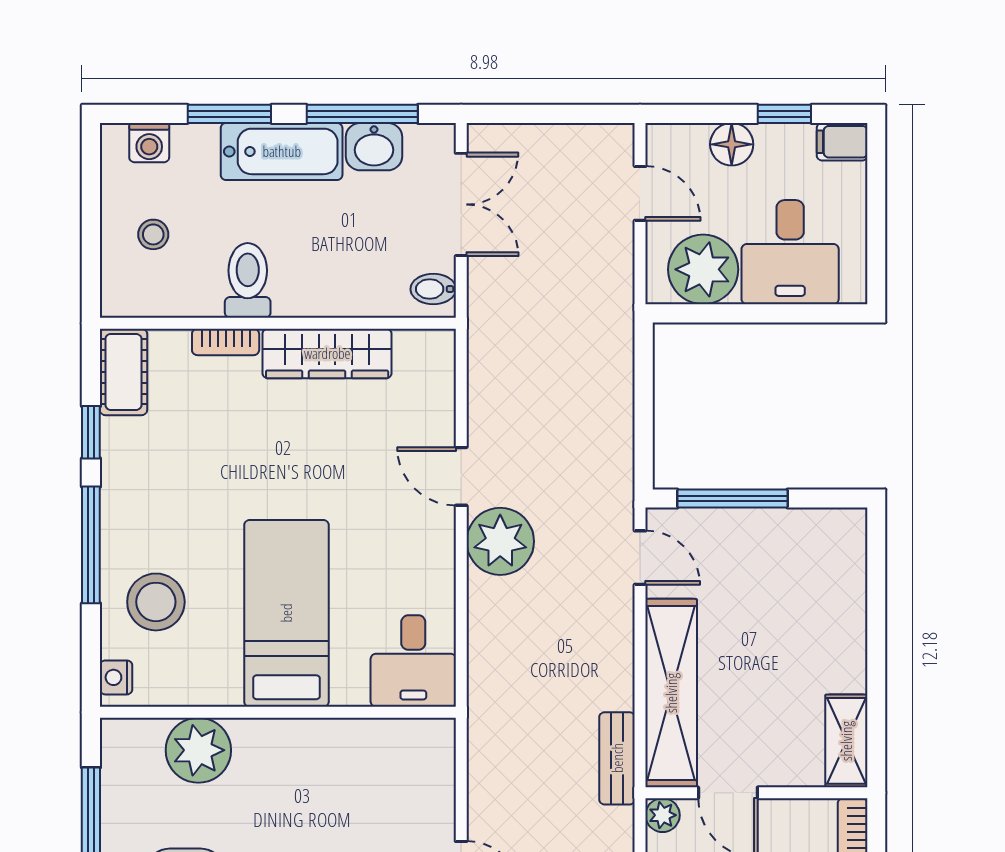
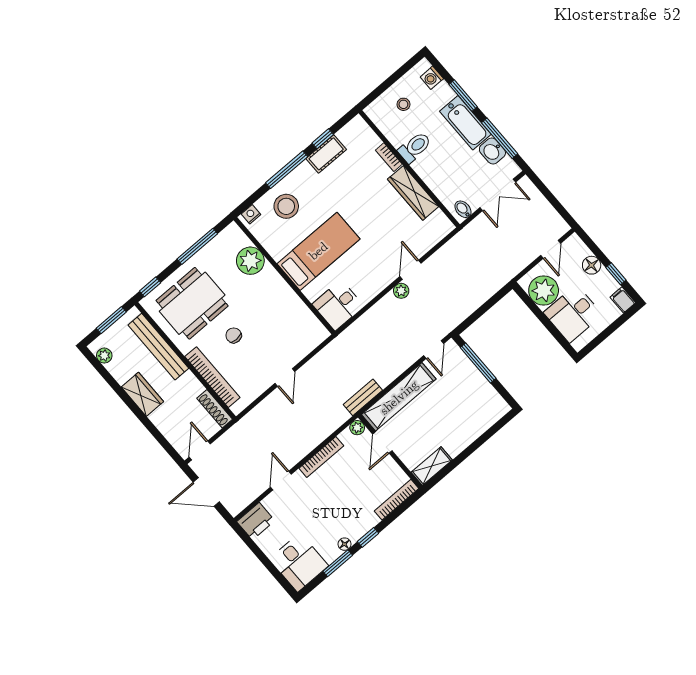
cot: (123, 372) -> (326, 154), moved
plant: (500, 541) -> (401, 291), width x0.53, depth x0.53

